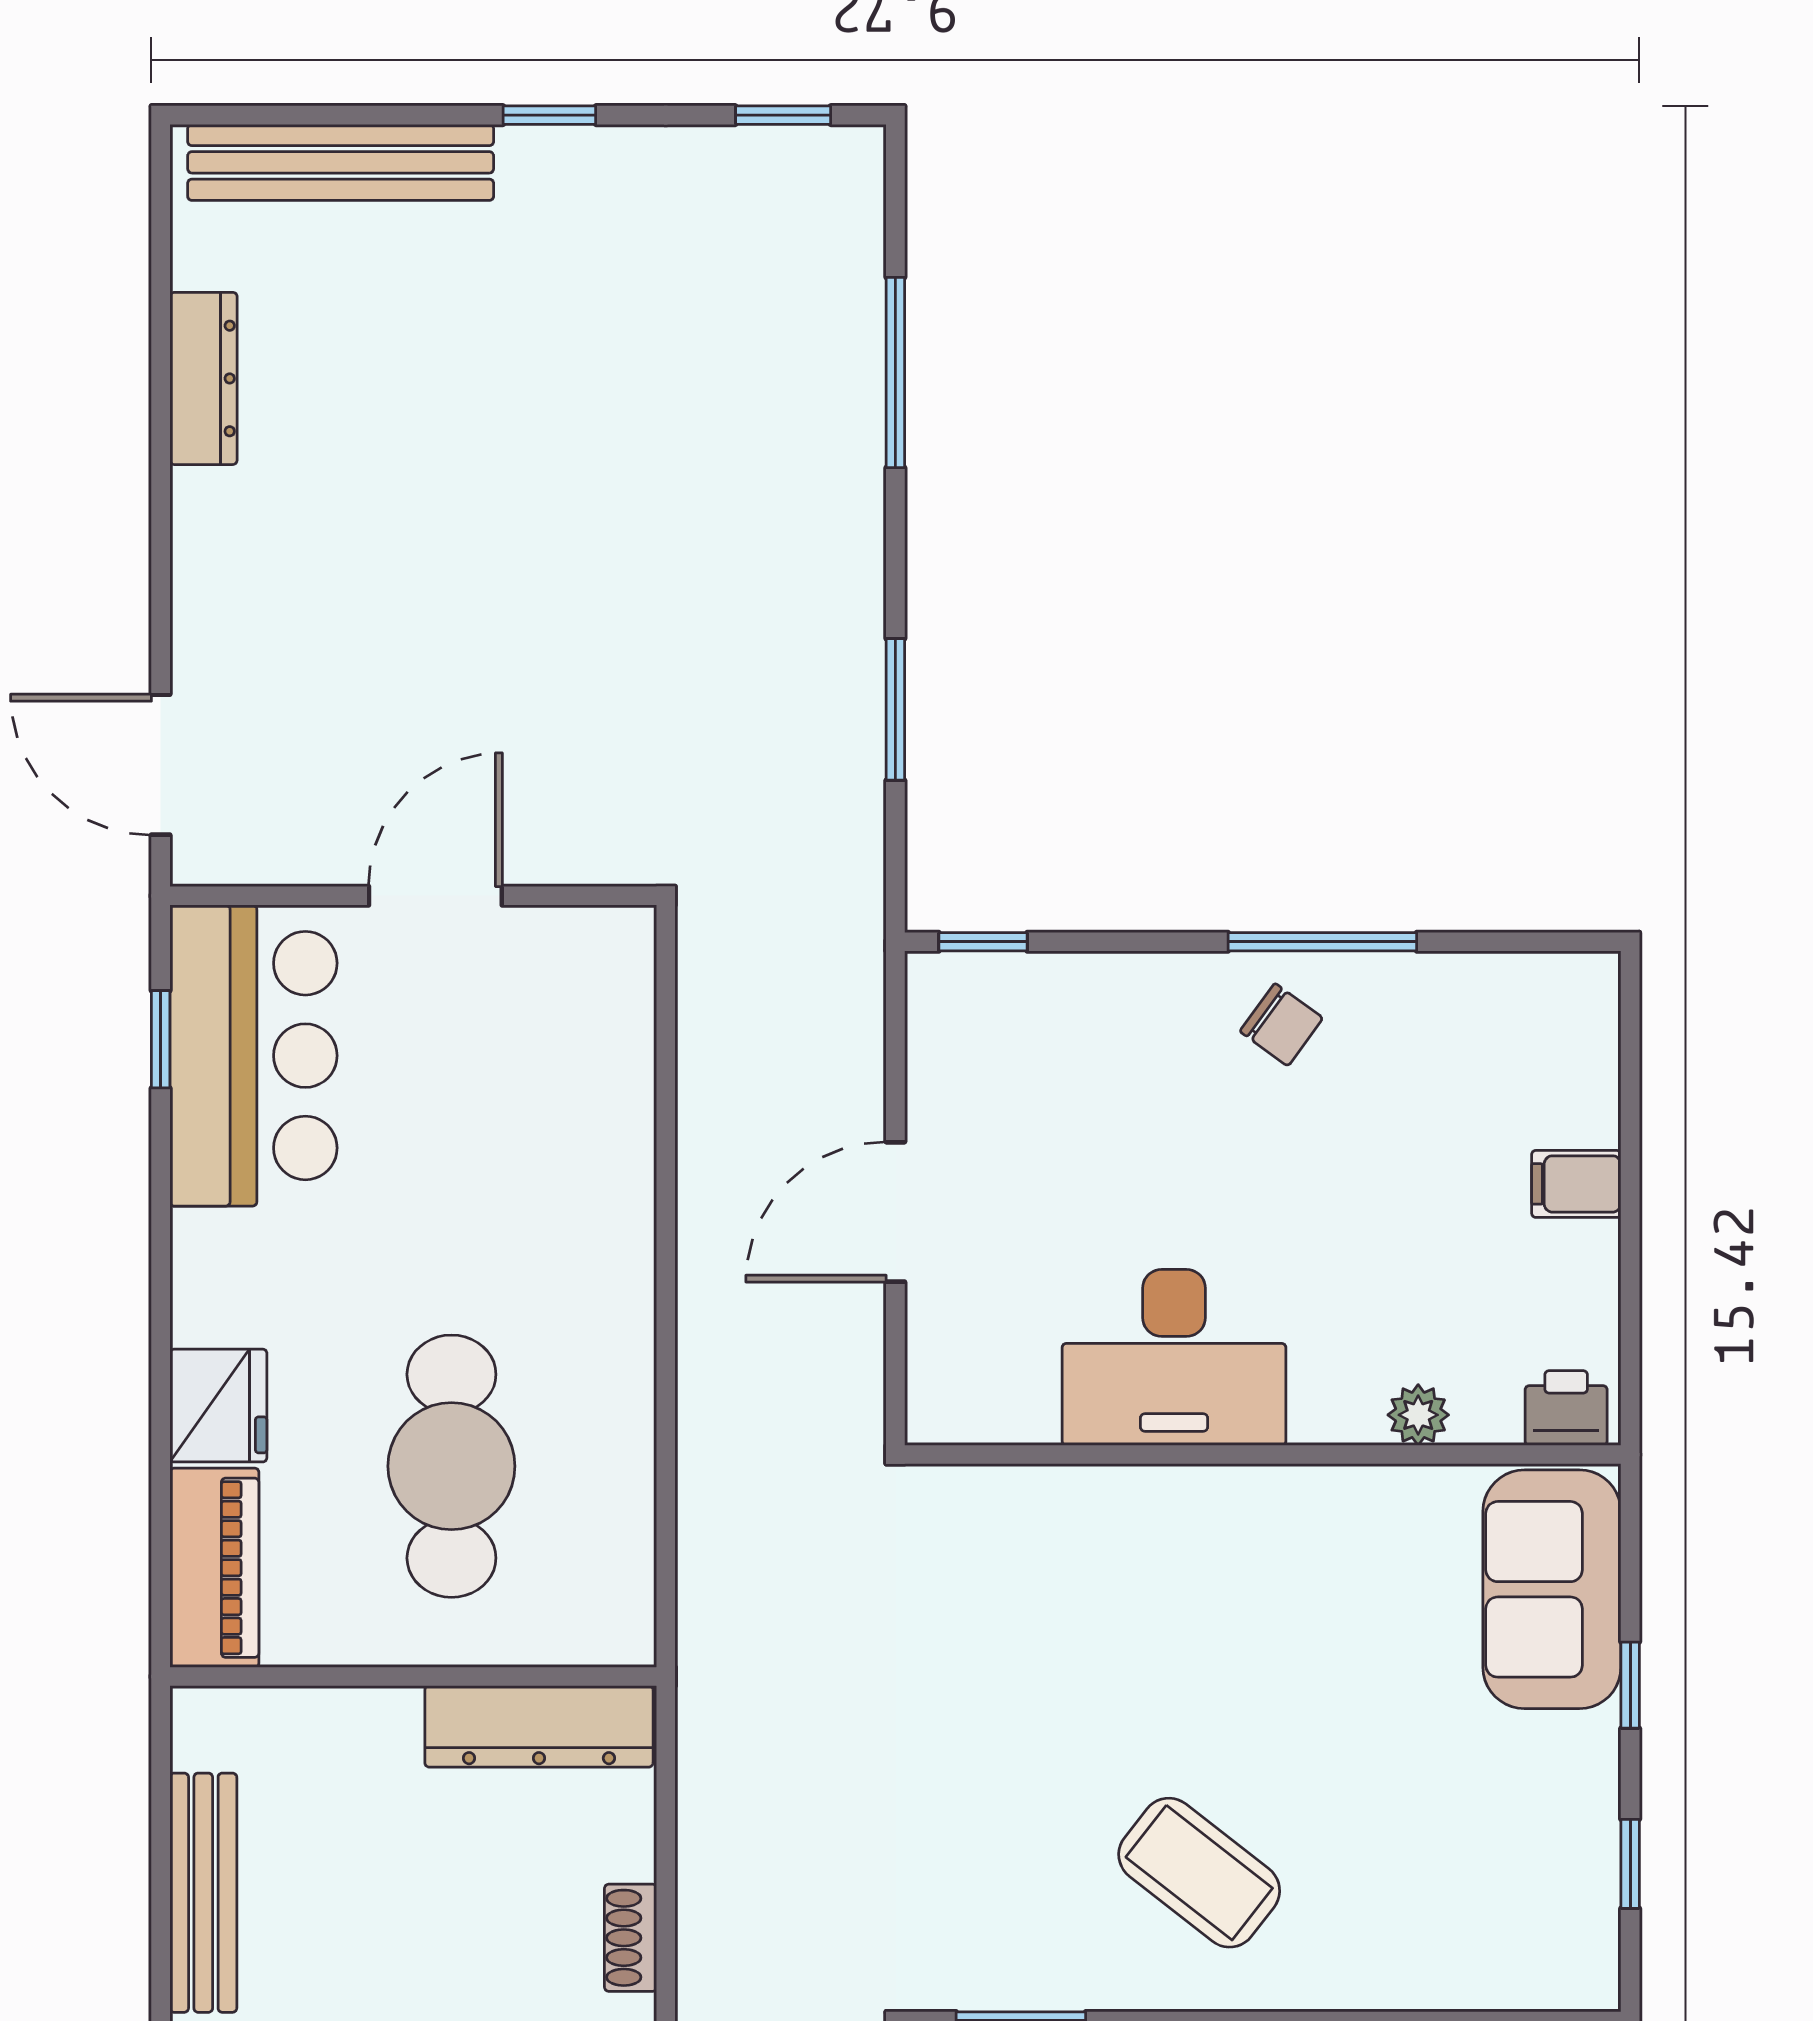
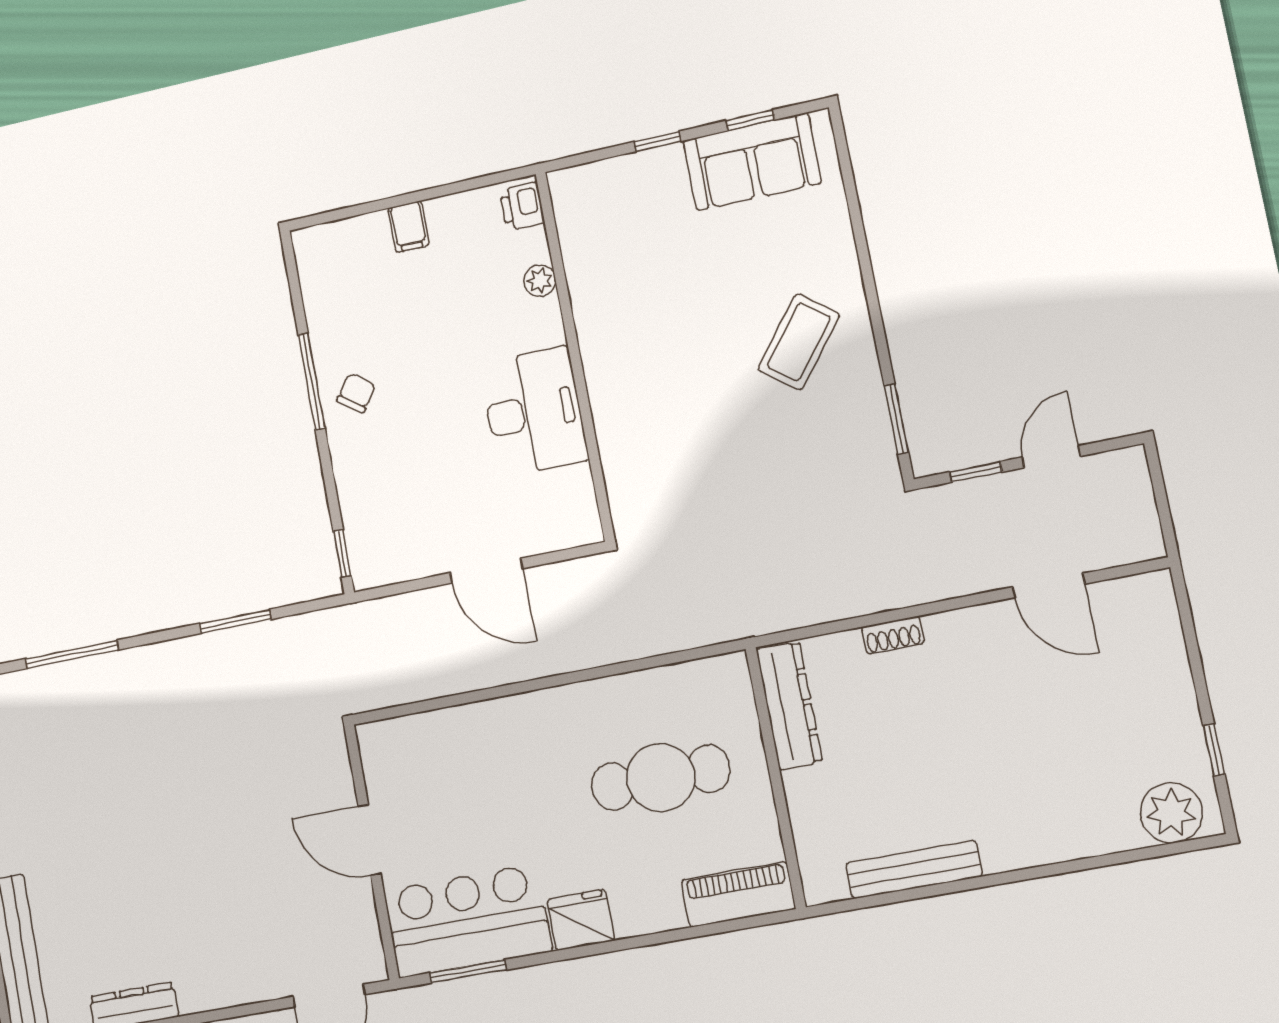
window: (161, 1039) -> (468, 971), width x1.50
fridge: (218, 1406) -> (581, 920), moved
sofa: (1552, 1589) -> (752, 162), moved

